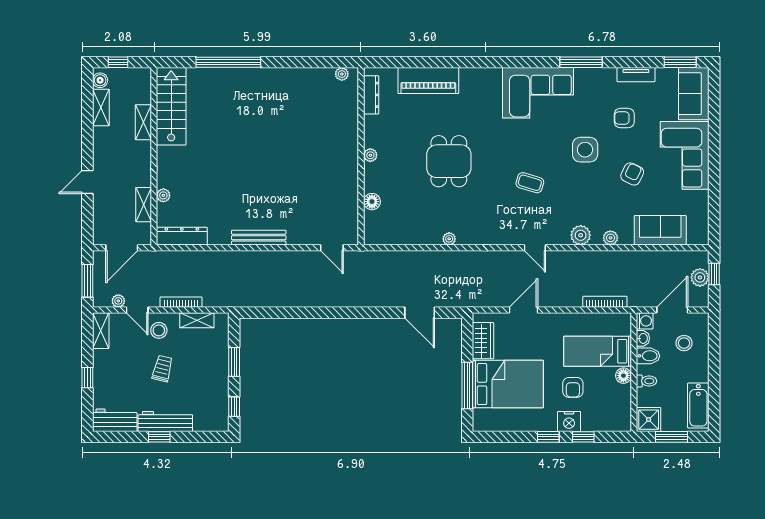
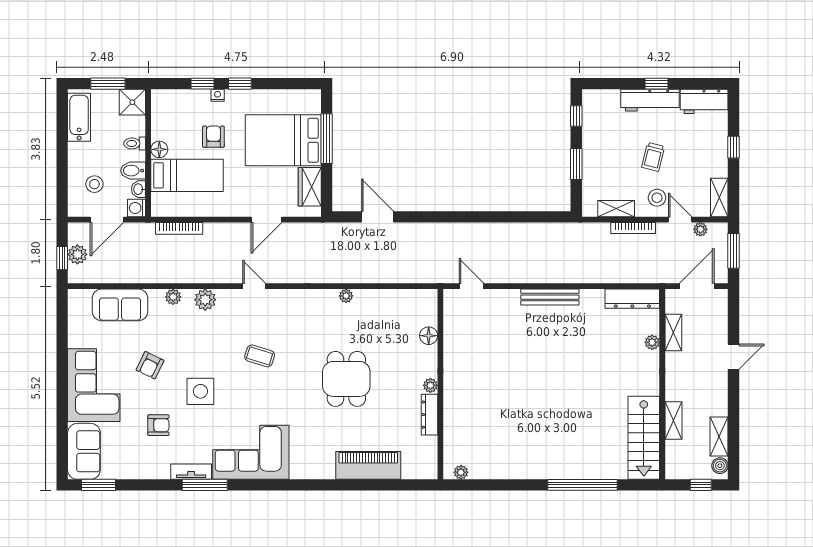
tv unit: (636, 75) -> (191, 472), moved
dresser: (371, 95) -> (430, 415), moved
nightstand: (569, 422) -> (218, 95), width x0.53, depth x0.56

